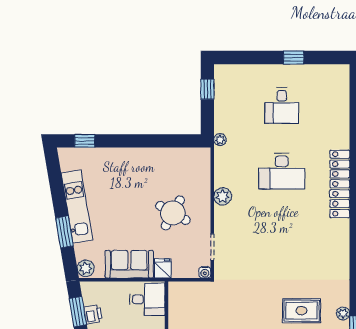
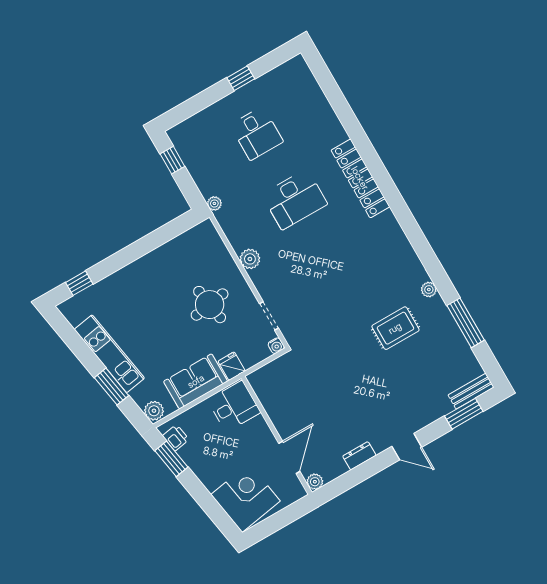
round table: (173, 213) -> (210, 305), turned -38
plant: (343, 313) -> (429, 290), moved
printer: (93, 314) -> (176, 438), moved

